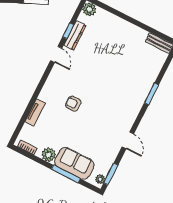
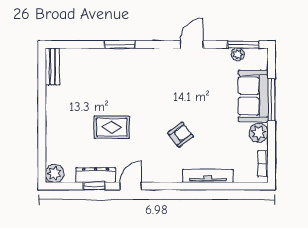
rug: (101, 62) -> (112, 127), added
armchair: (73, 104) -> (181, 135), turned -127
tv unit: (35, 113) -> (208, 176), width x1.41
plant: (100, 179) -> (238, 54), moved

